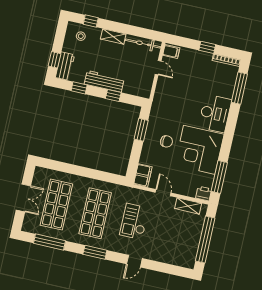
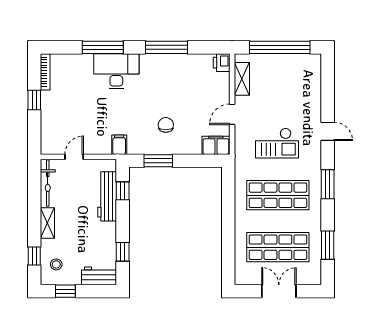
filing cabinet: (171, 52) -> (119, 145), moved
window: (54, 60) -> (65, 291), moved
workbench: (104, 81) -> (107, 196), moved
window: (239, 88) -> (103, 47), moved
window: (113, 96) -> (123, 191), moved
corner desk: (199, 150) -> (167, 81), removed
window: (219, 177) -> (167, 47), moved
window: (50, 242) -> (328, 245), width x0.69

